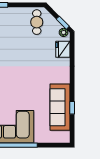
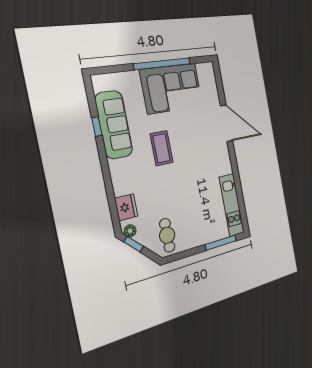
coffee table: (28, 85) -> (162, 148), added

